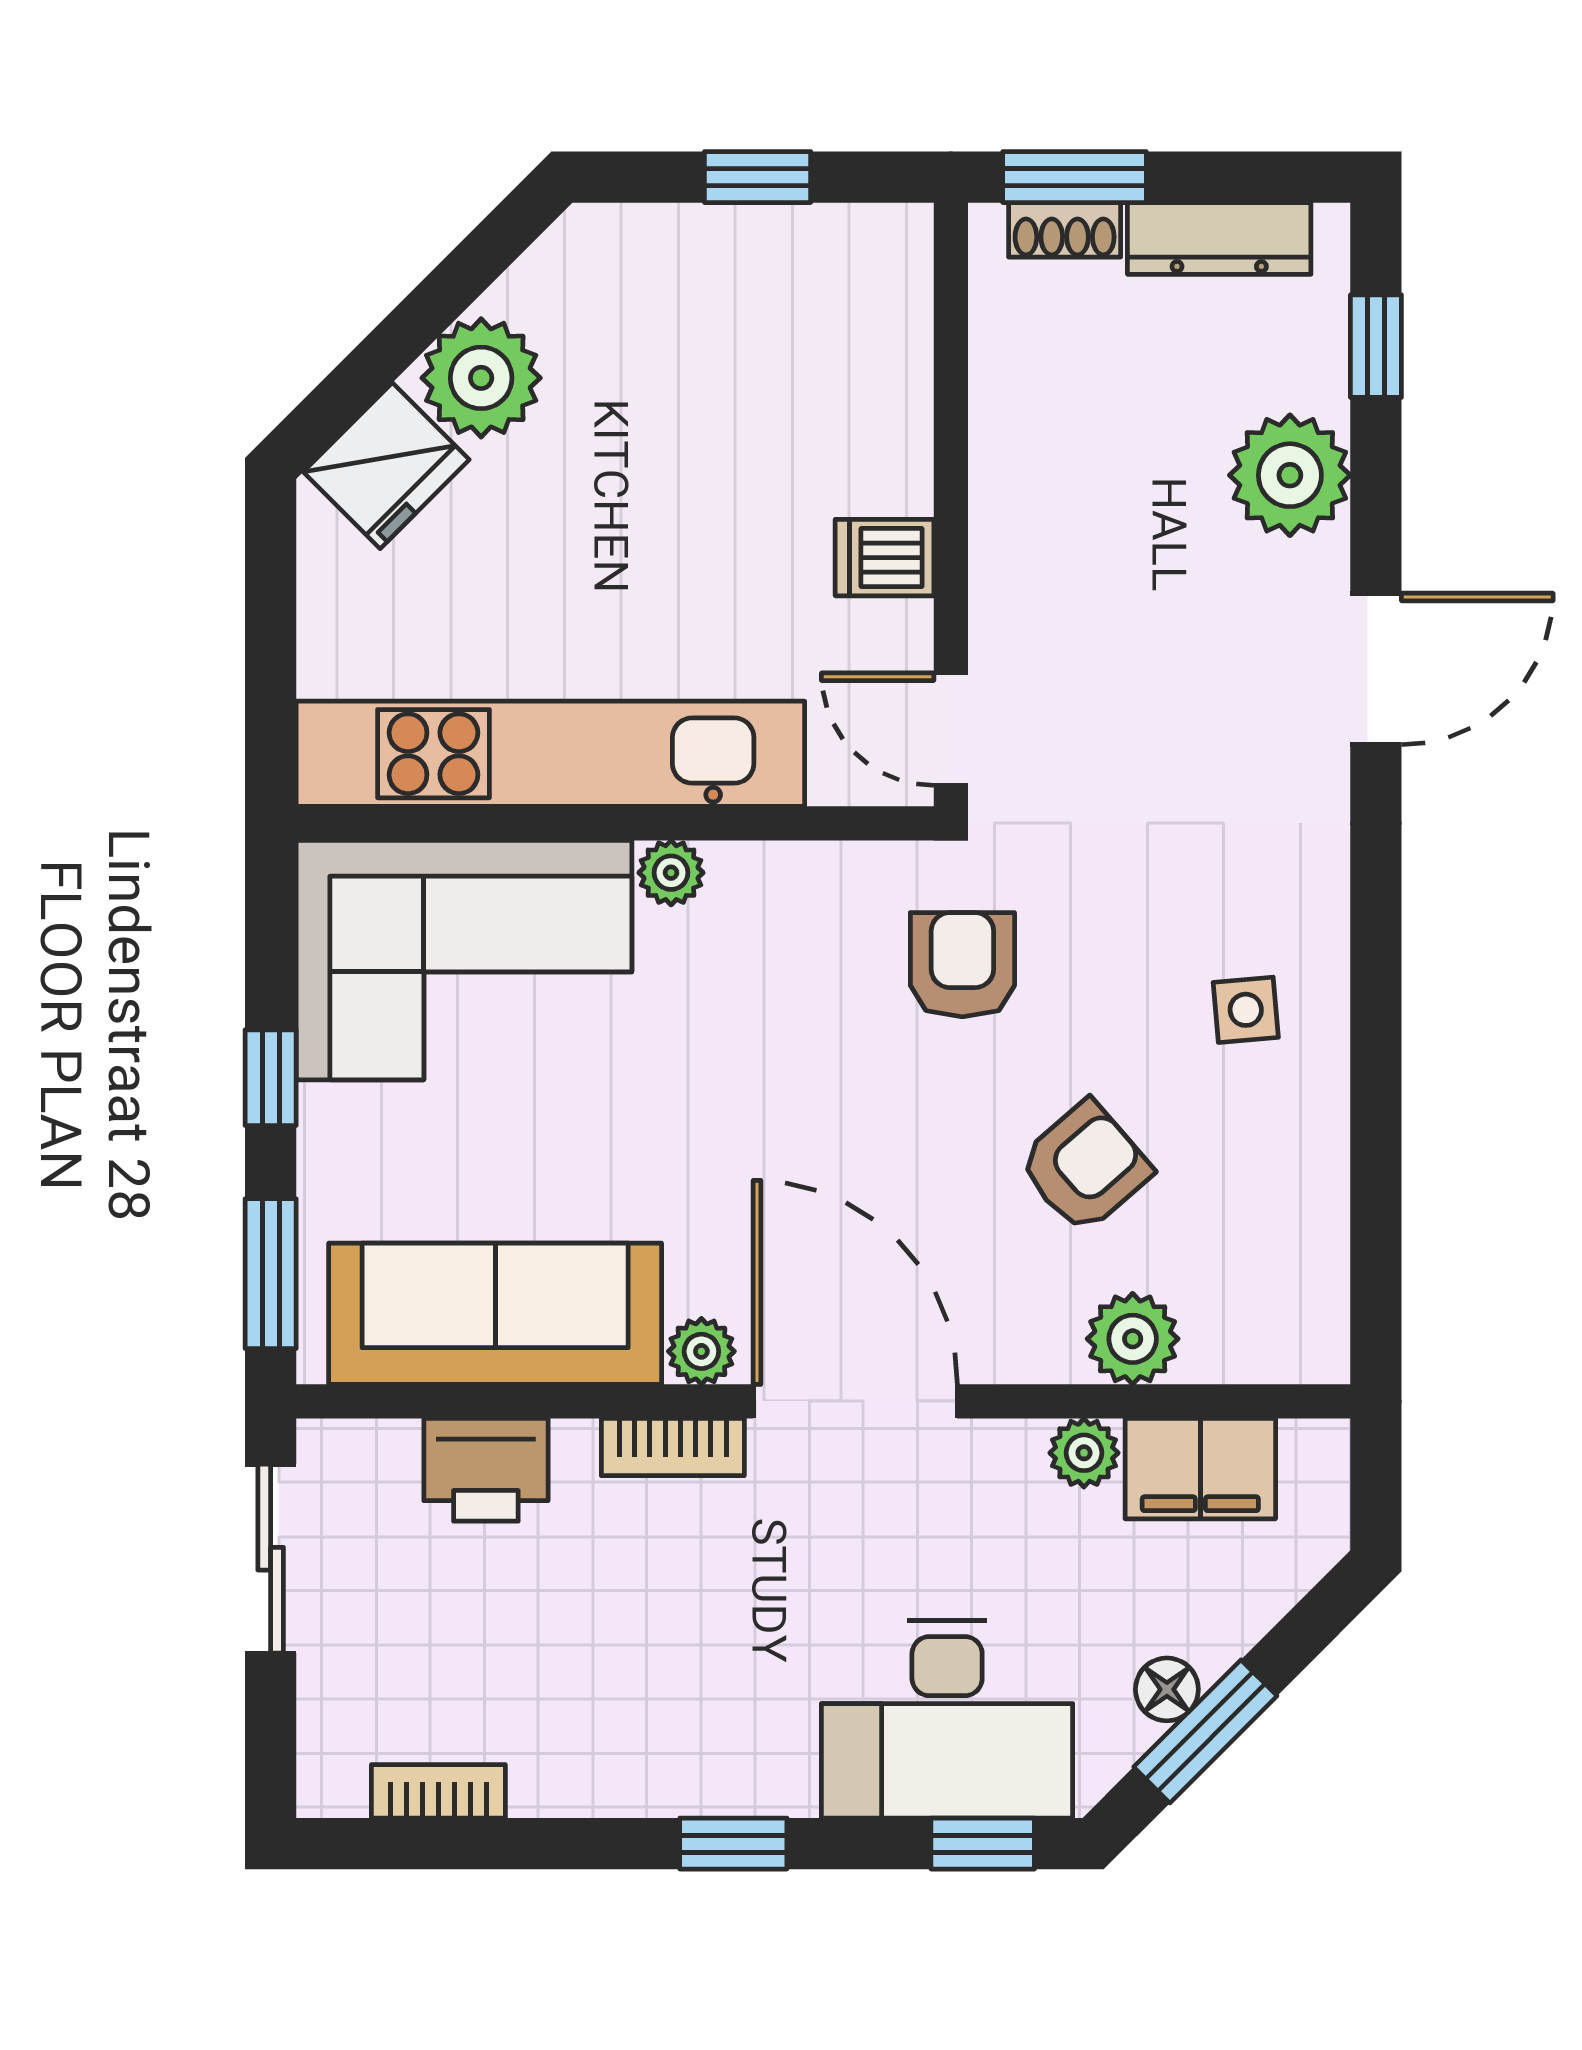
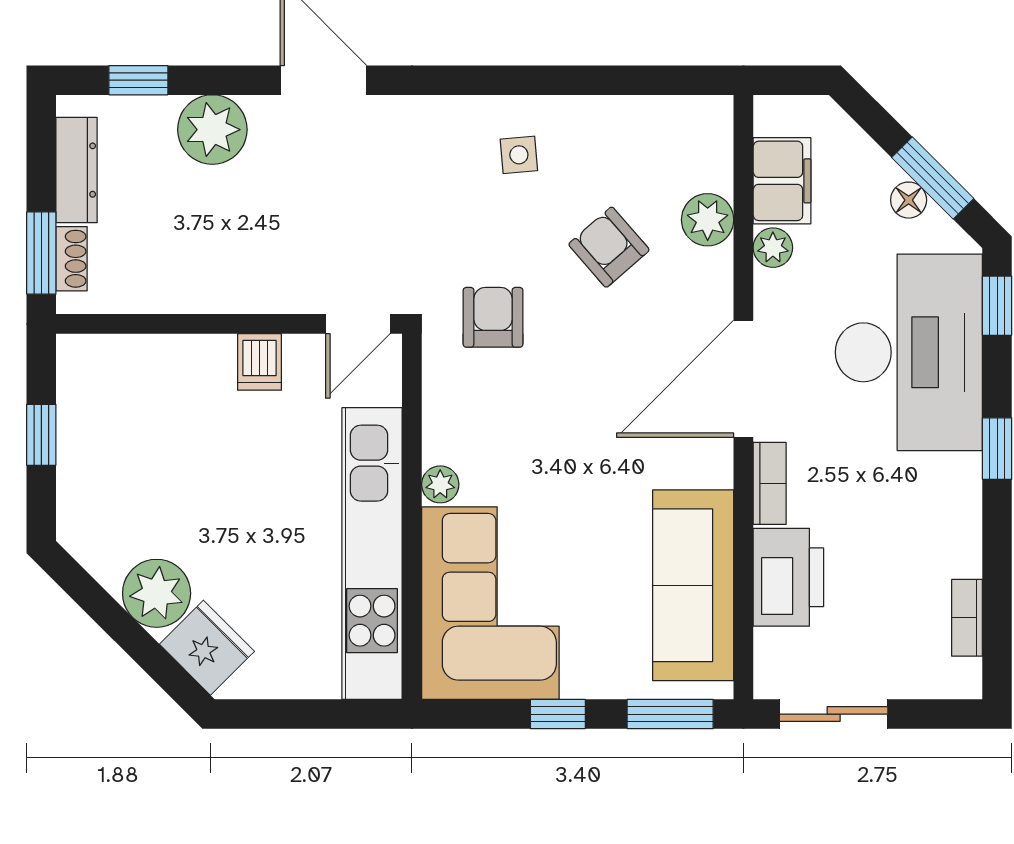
armchair: (962, 965) -> (493, 317), turned 90
plant: (701, 1351) -> (715, 467), removed
printer: (486, 1470) -> (788, 577), width x1.37, depth x1.19
desk: (947, 1719) -> (909, 352), width x1.36, depth x1.30

